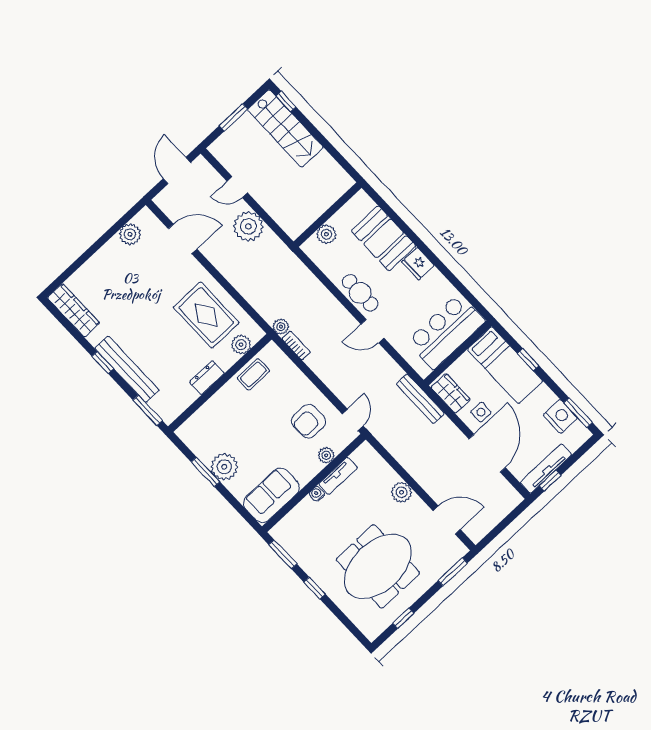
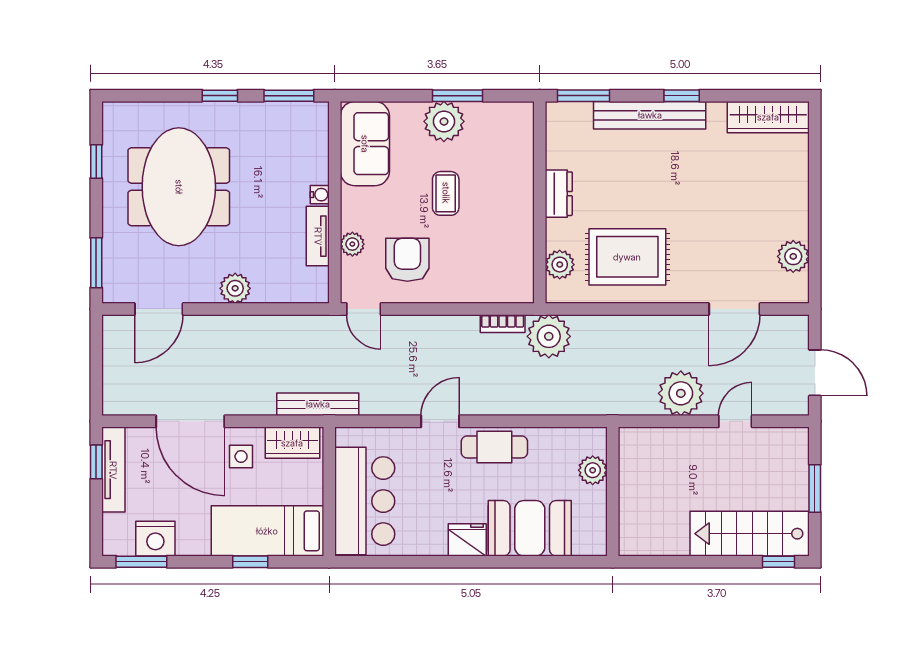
plant: (281, 327) -> (549, 336), width x1.88, depth x1.88
coffee table: (253, 374) -> (446, 193), moved

